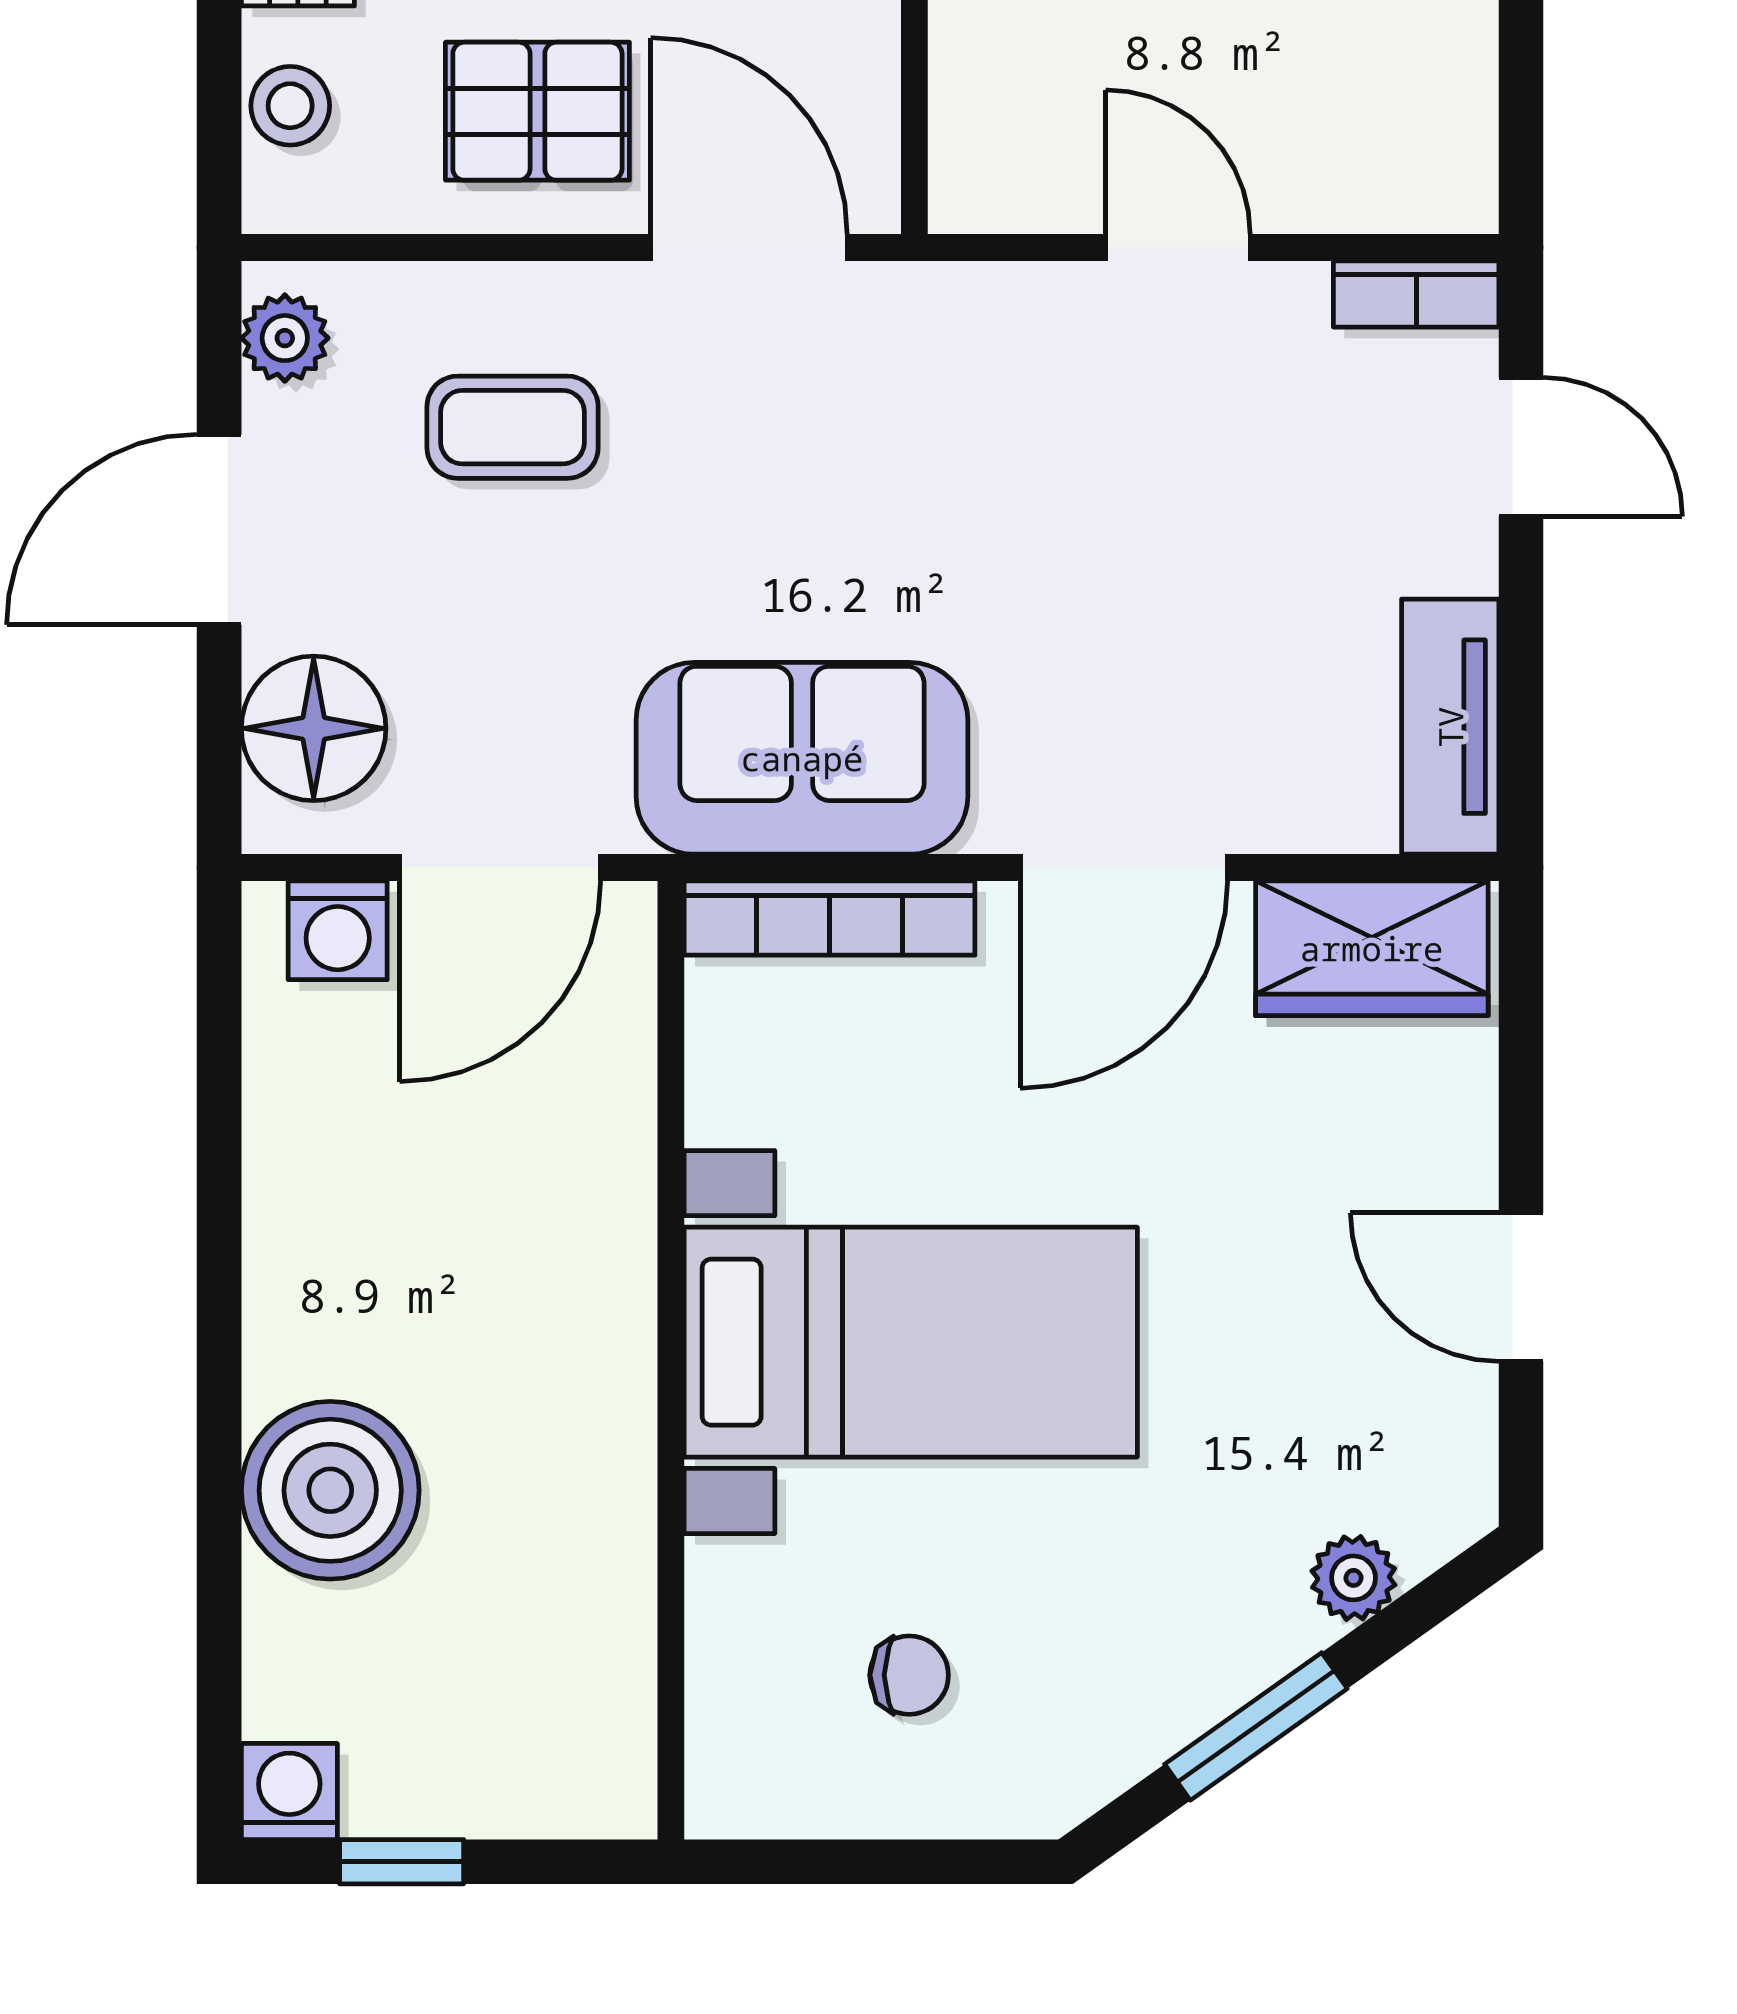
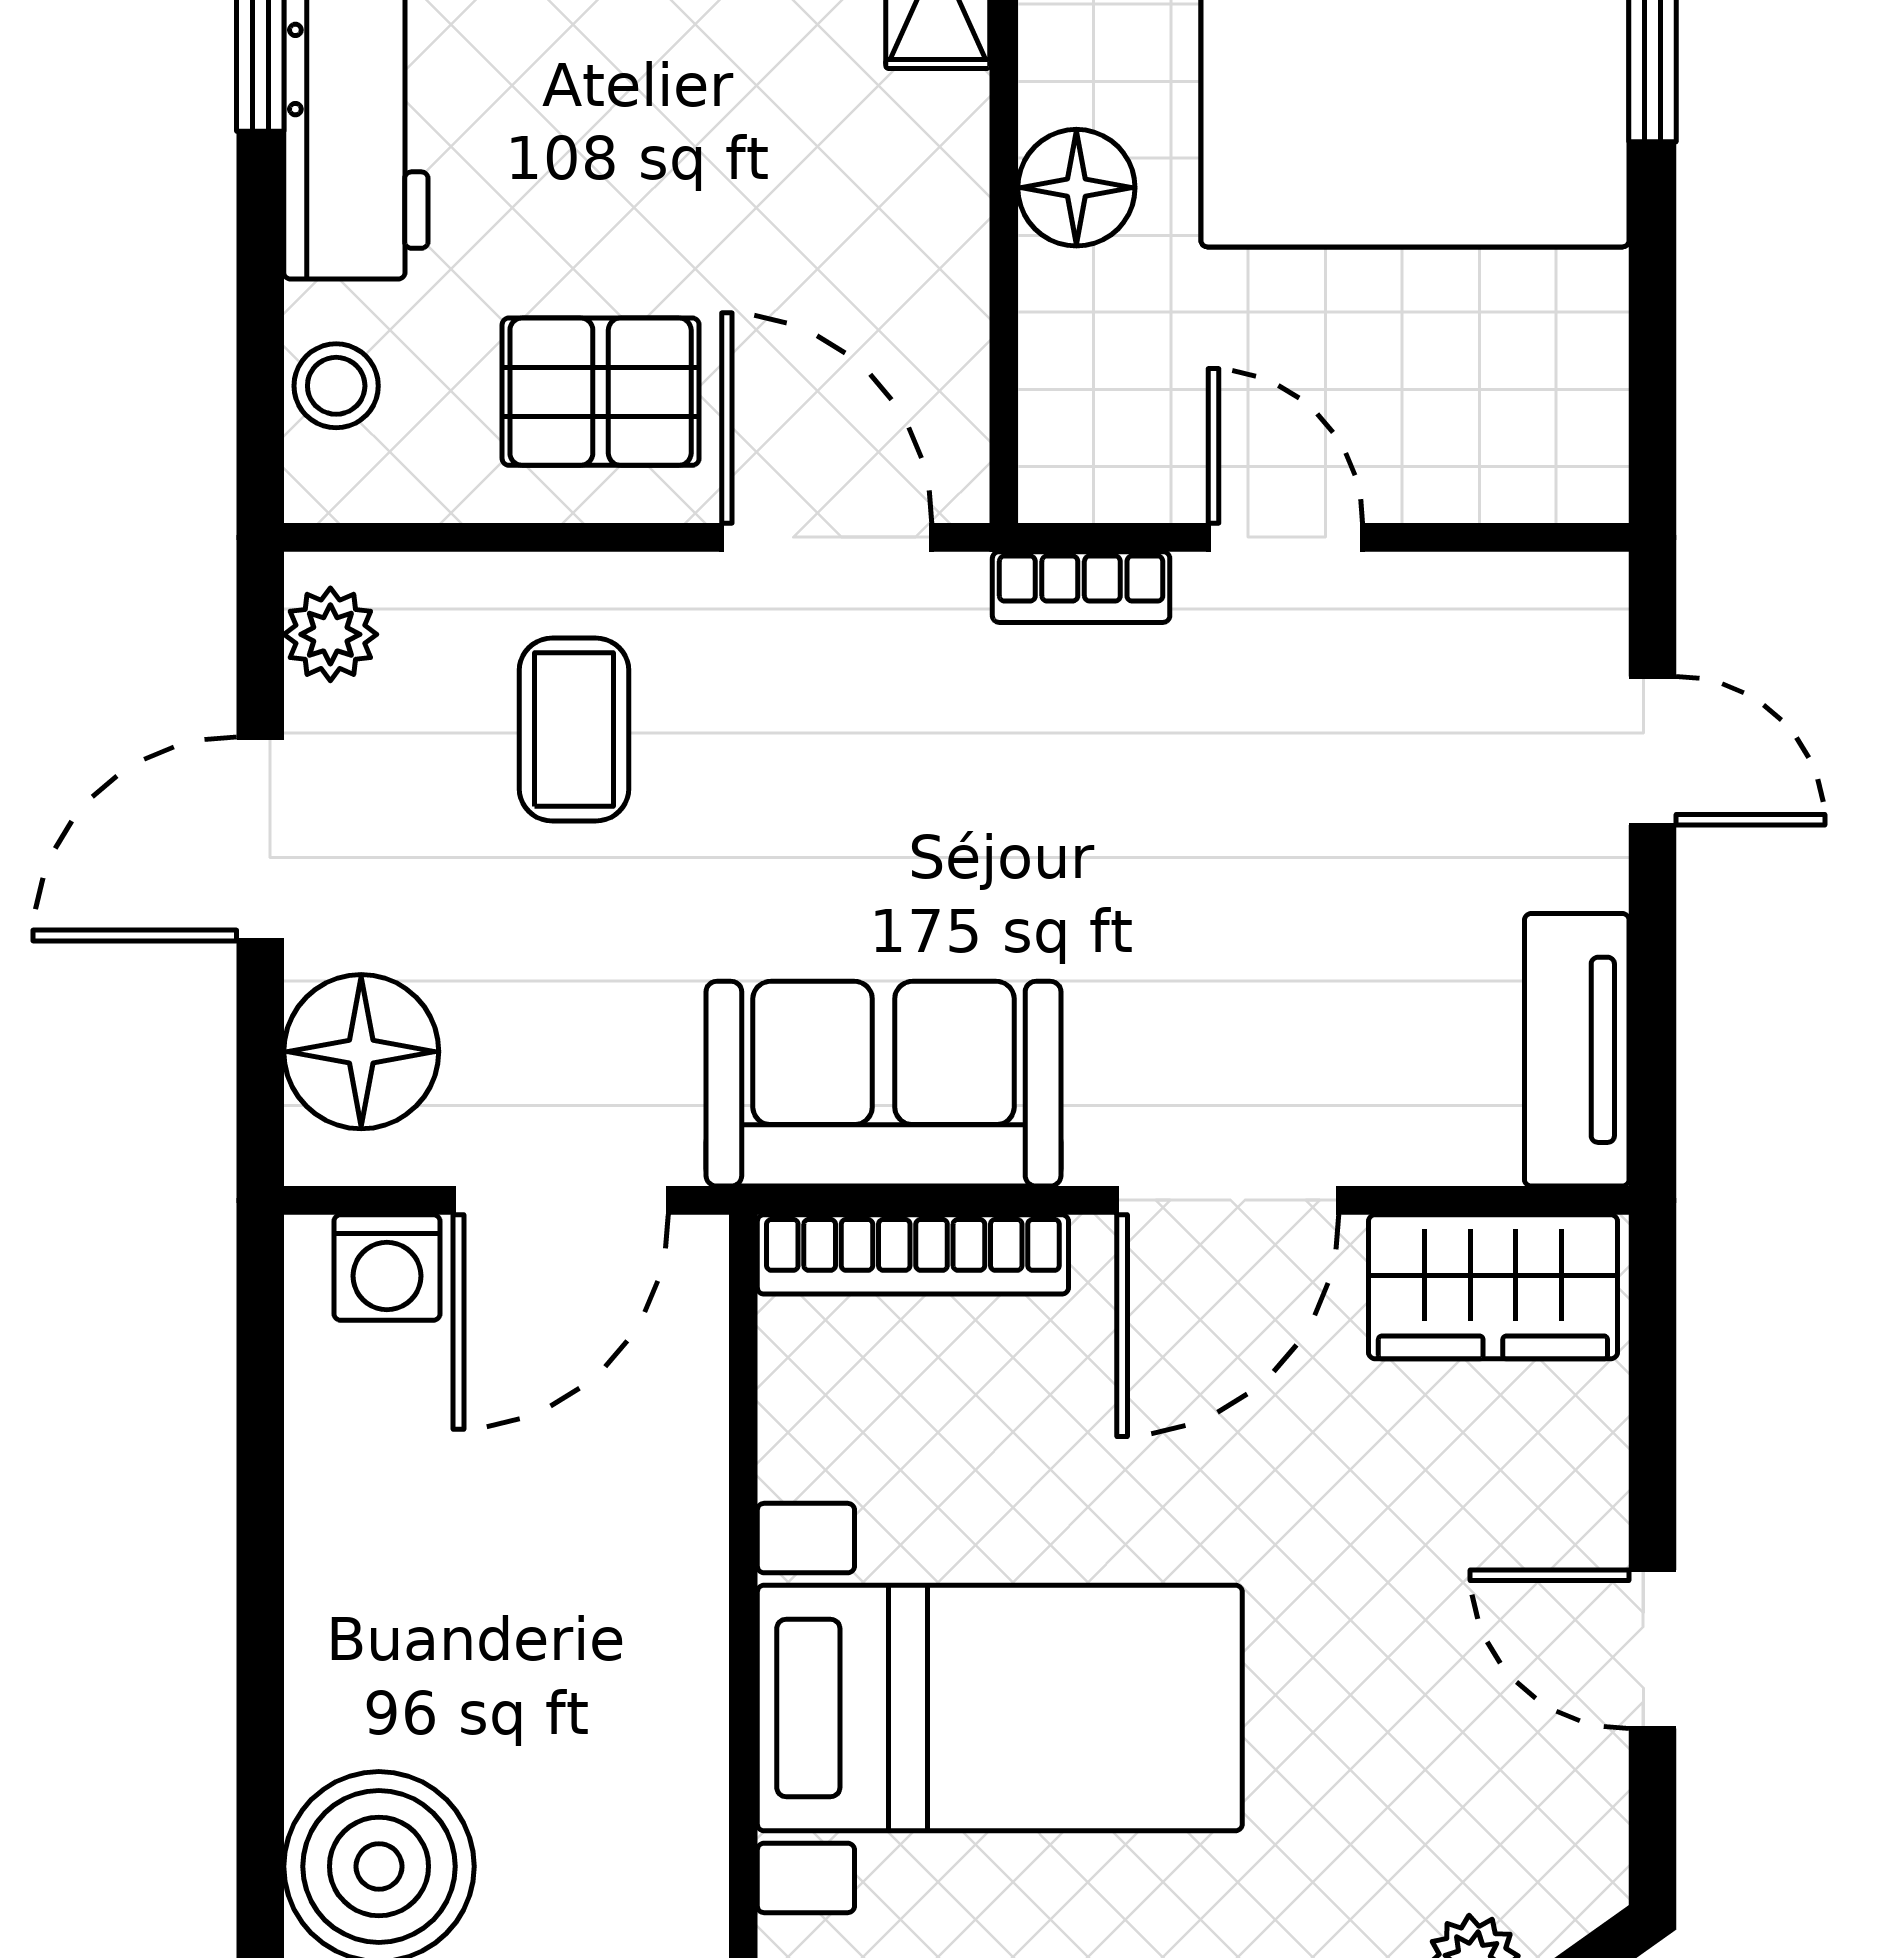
bookcase: (1416, 294) -> (1081, 587), moved
coffee table: (513, 427) -> (574, 730), turned 90

